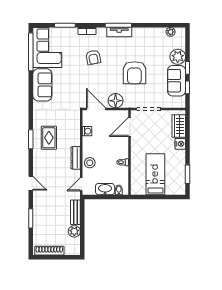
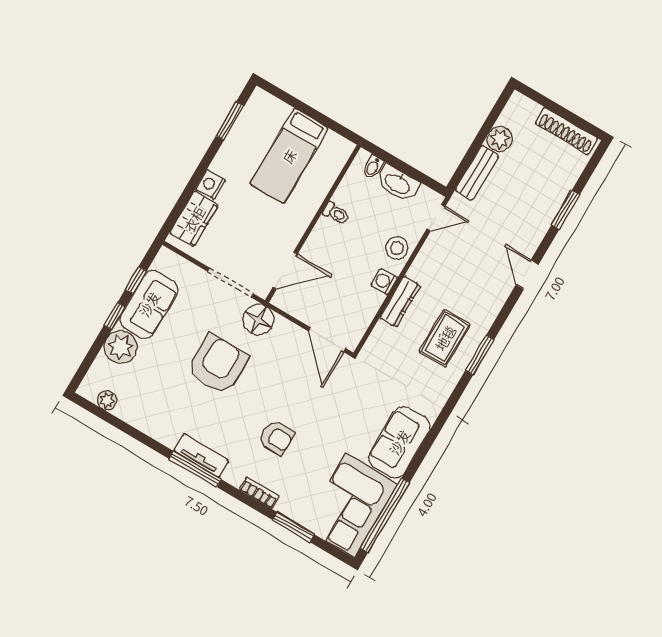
armchair: (93, 57) -> (276, 438), turned 101
floor lamp: (116, 101) -> (258, 320), moved
washing machine: (87, 131) -> (384, 281), moved
dresser: (76, 158) -> (400, 302), moved

